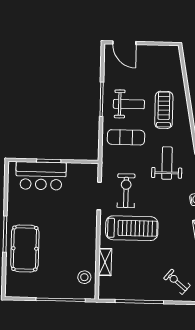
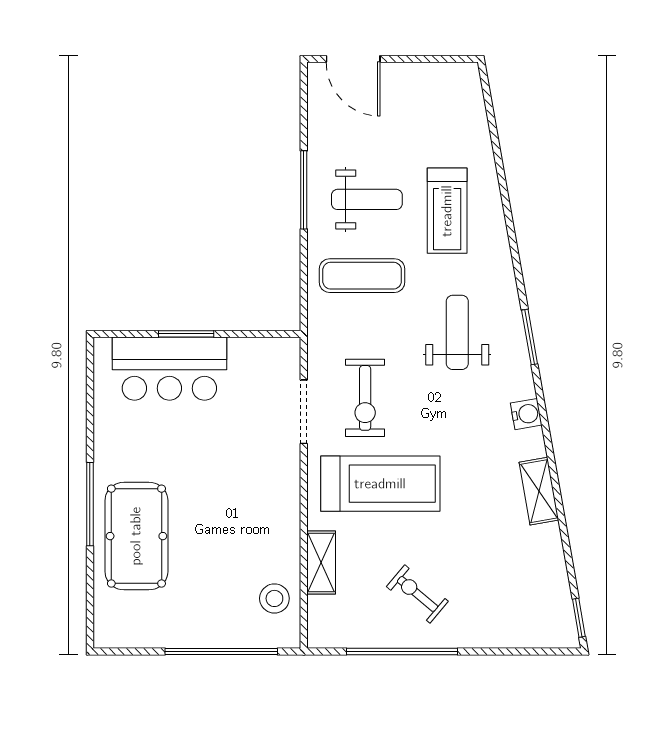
treadmill: (164, 110) -> (447, 211), turned 180
exercise bike: (126, 191) -> (365, 398), turned 180
exercise bike: (177, 282) -> (417, 594), moved

